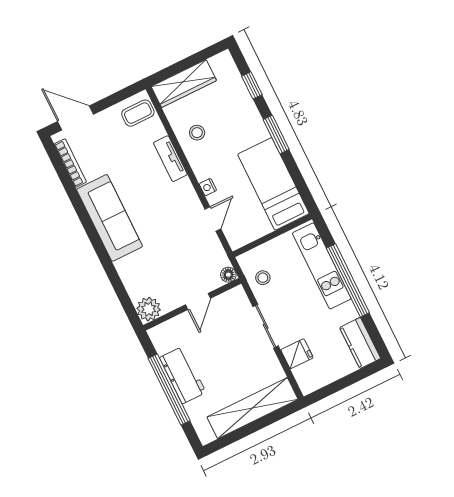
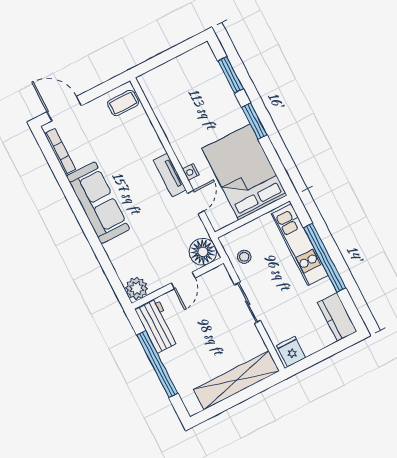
wardrobe: (184, 84) -> (166, 74), removed
window: (252, 85) -> (231, 75), width x1.50
stool: (197, 133) -> (179, 121), removed
tv unit: (170, 159) -> (170, 175), moved
bed: (273, 184) -> (244, 172), width x1.50
floor lamp: (228, 275) -> (203, 252), width x1.89, depth x1.89
fridge: (297, 354) -> (291, 352), moved, turned -90
workbench: (183, 375) -> (157, 326), moved

